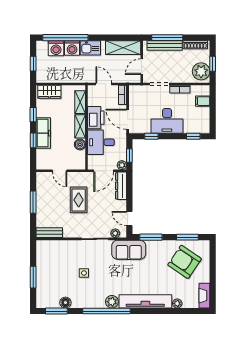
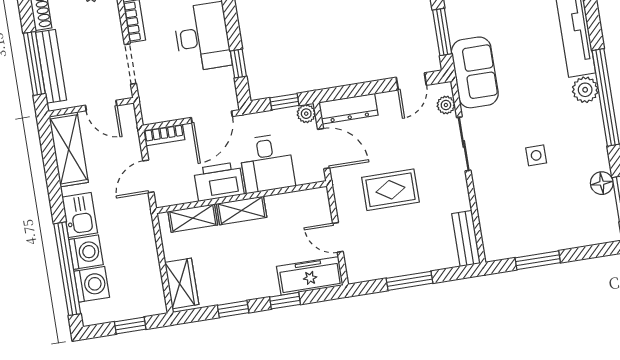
freezer: (43, 133) -> (310, 276), moved
boiler: (80, 144) -> (278, 205), removed
door: (60, 171) -> (338, 237), swing flipped
window: (33, 277) -> (538, 260), moved

